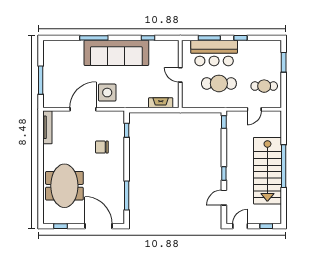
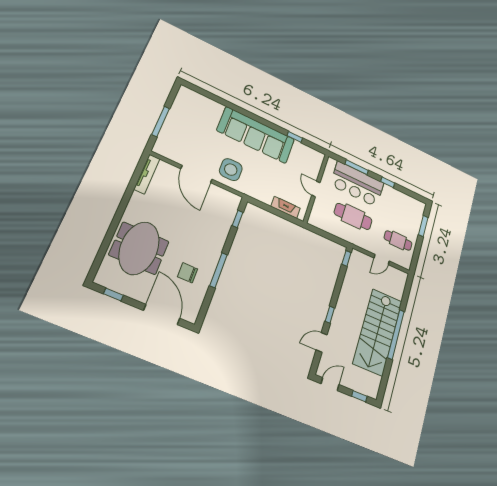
window: (94, 38) -> (237, 109), removed
door: (83, 109) -> (196, 174), swing flipped
chair: (102, 147) -> (188, 273), moved
window: (127, 195) -> (219, 270), moved

